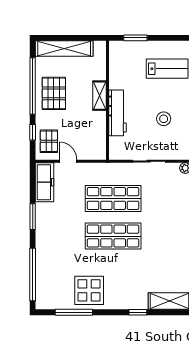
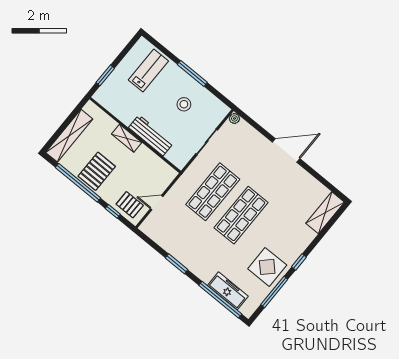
pallet: (54, 93) -> (97, 171), turned 90
freezer: (45, 182) -> (228, 291), moved
window: (138, 312) -> (299, 262), moved

